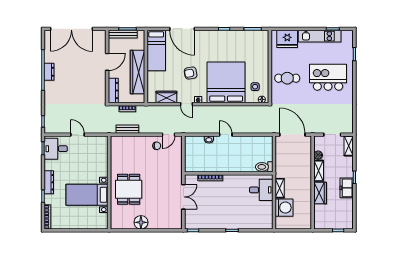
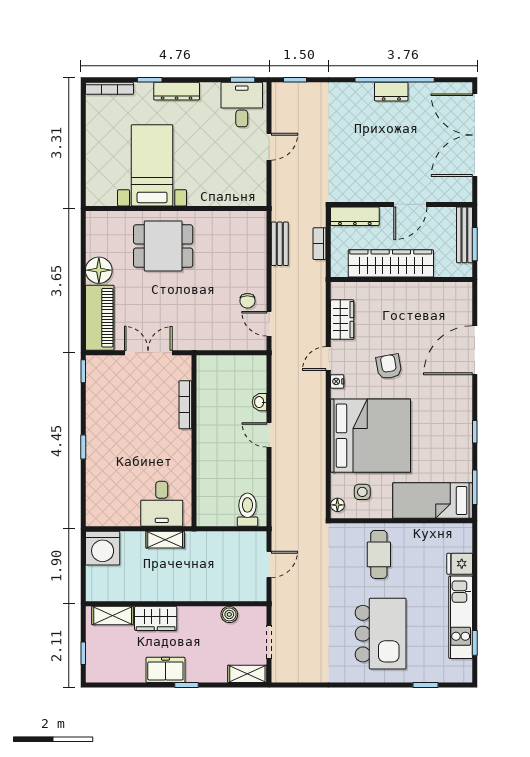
fridge: (287, 39) -> (460, 564), width x0.53, depth x0.75
bed: (156, 51) -> (433, 501), moved
door: (107, 62) -> (410, 204), hinge flipped
door: (226, 135) -> (269, 435), swing flipped
door: (292, 135) -> (269, 564), width x0.53
toilet: (264, 167) -> (247, 510), moved
shelving: (319, 171) -> (113, 615), moved
double door: (183, 197) -> (148, 353), swing flipped
washing machine: (284, 208) -> (103, 548), moved
piano: (165, 222) -> (100, 318), added

